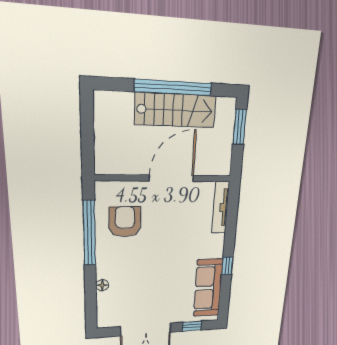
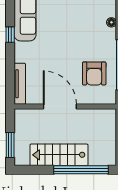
window: (173, 88) -> (81, 170), moved
door: (172, 178) -> (60, 106), swing flipped

